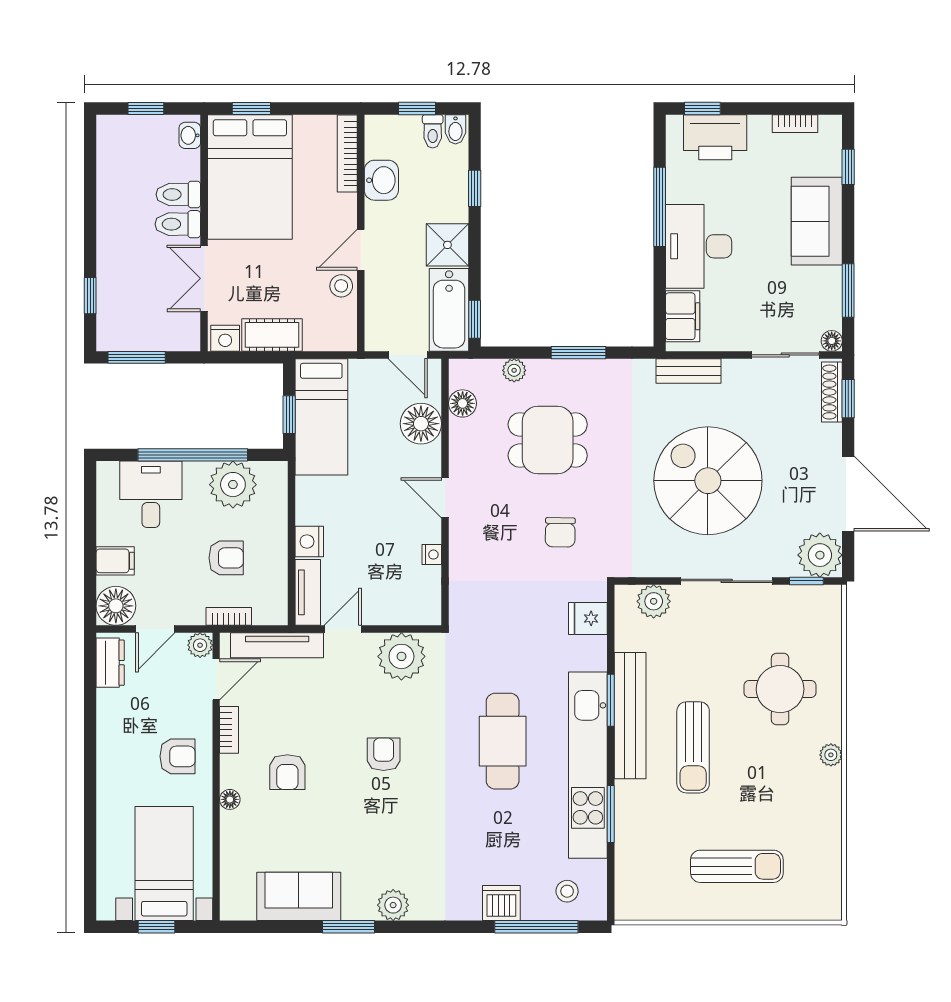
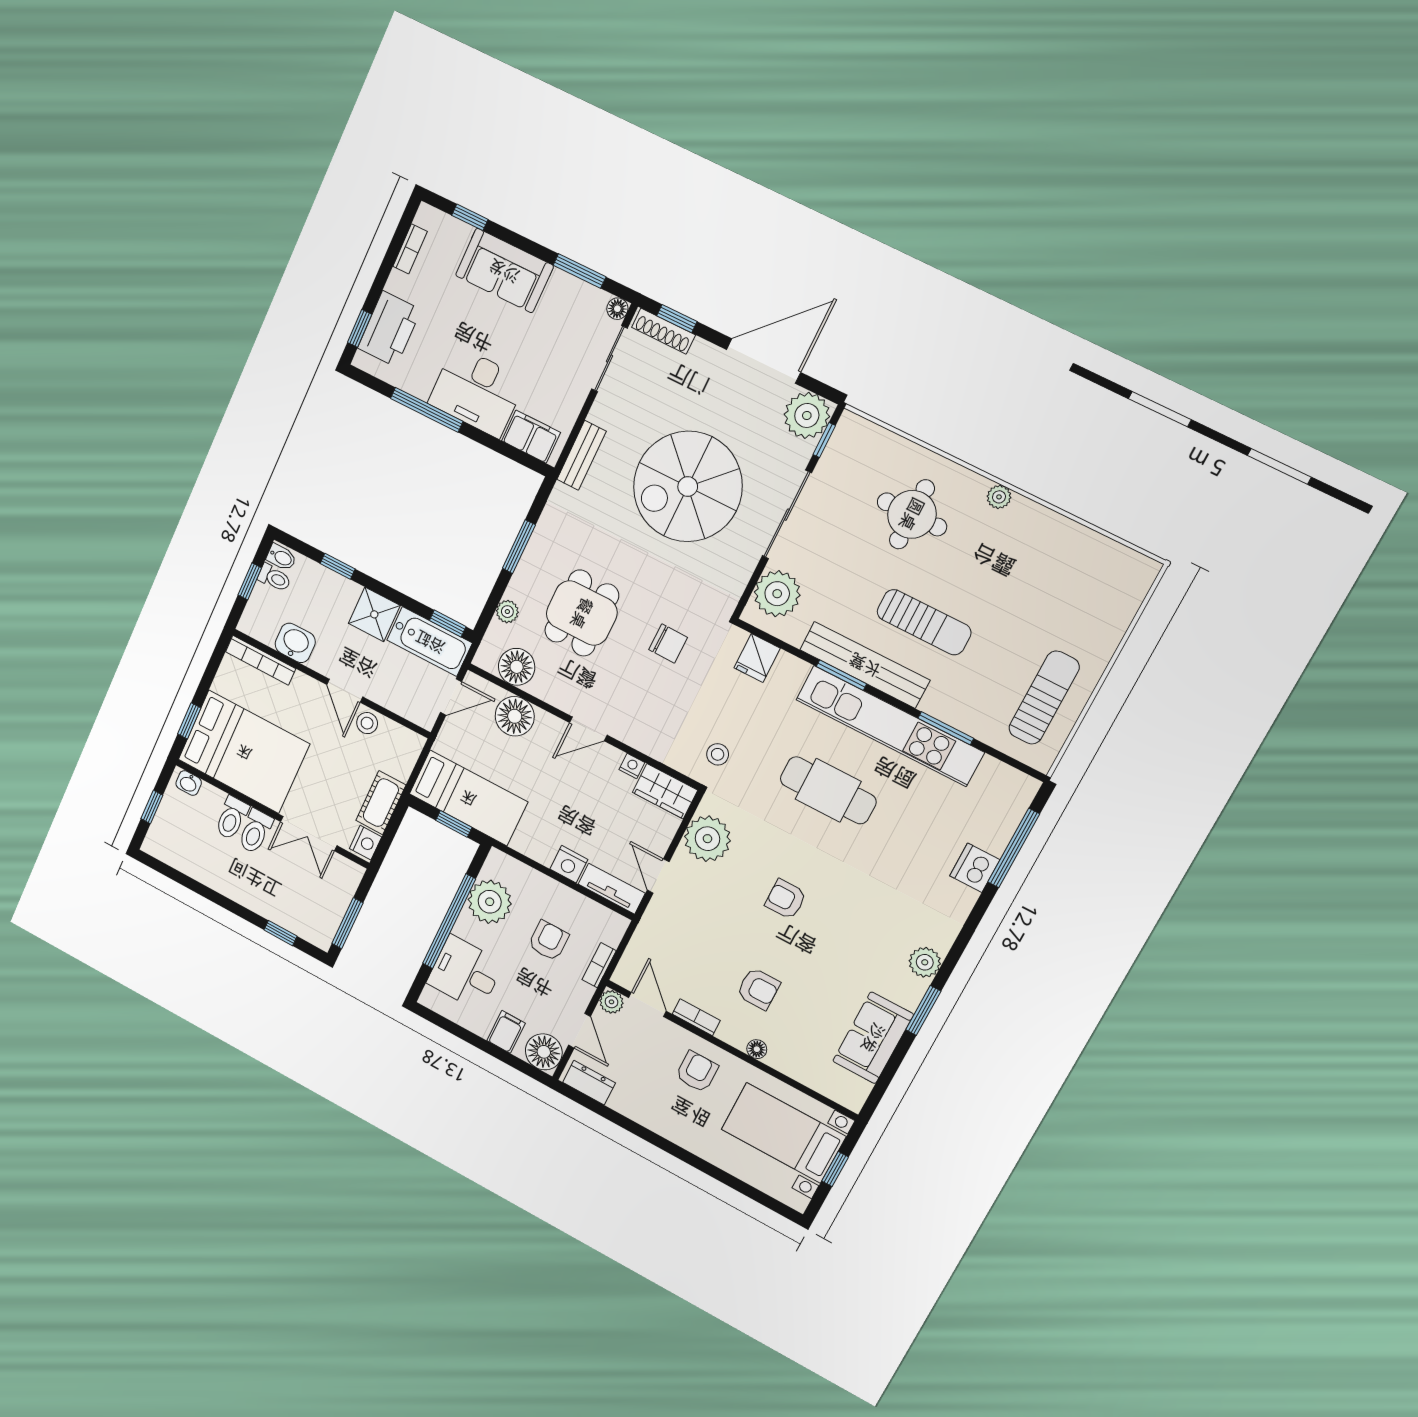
floor lamp: (463, 403) -> (517, 667), width x1.38, depth x1.38
wardrobe: (425, 596) -> (665, 791), added
plant: (654, 601) -> (777, 594), width x1.36, depth x1.36
tv unit: (277, 645) -> (644, 938), removed
sun lounger: (737, 866) -> (1044, 698), moved
stool: (567, 891) -> (718, 754), moved

